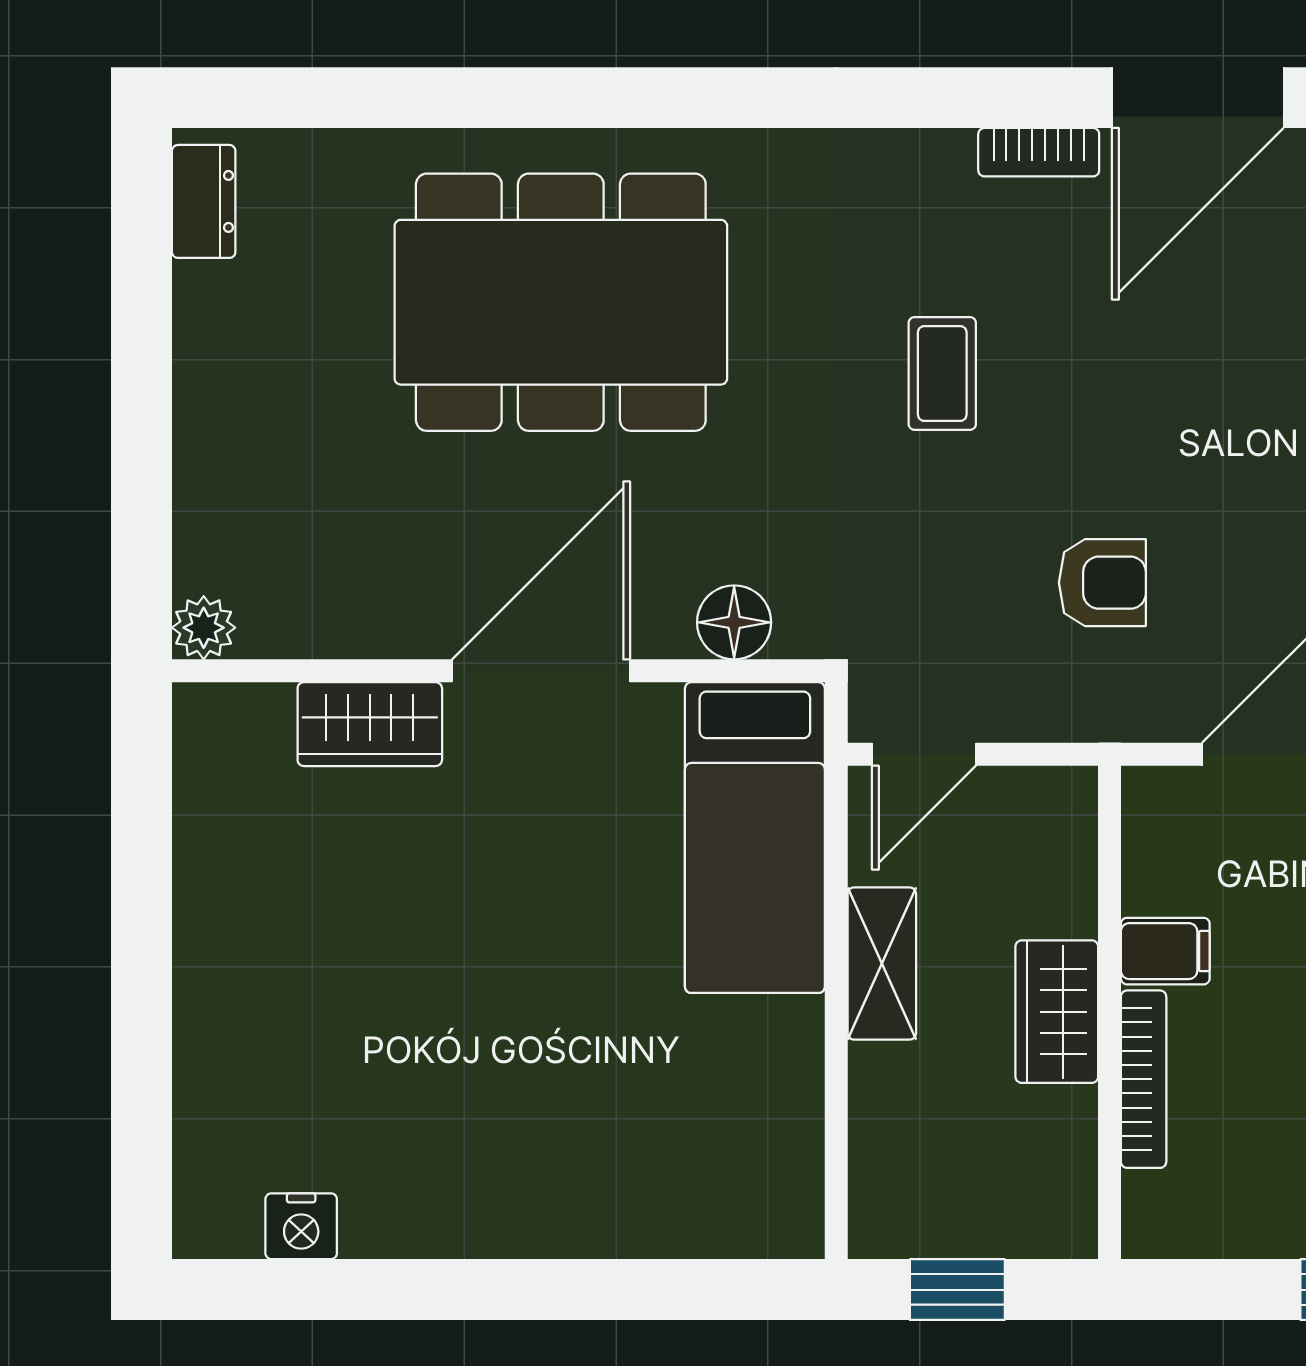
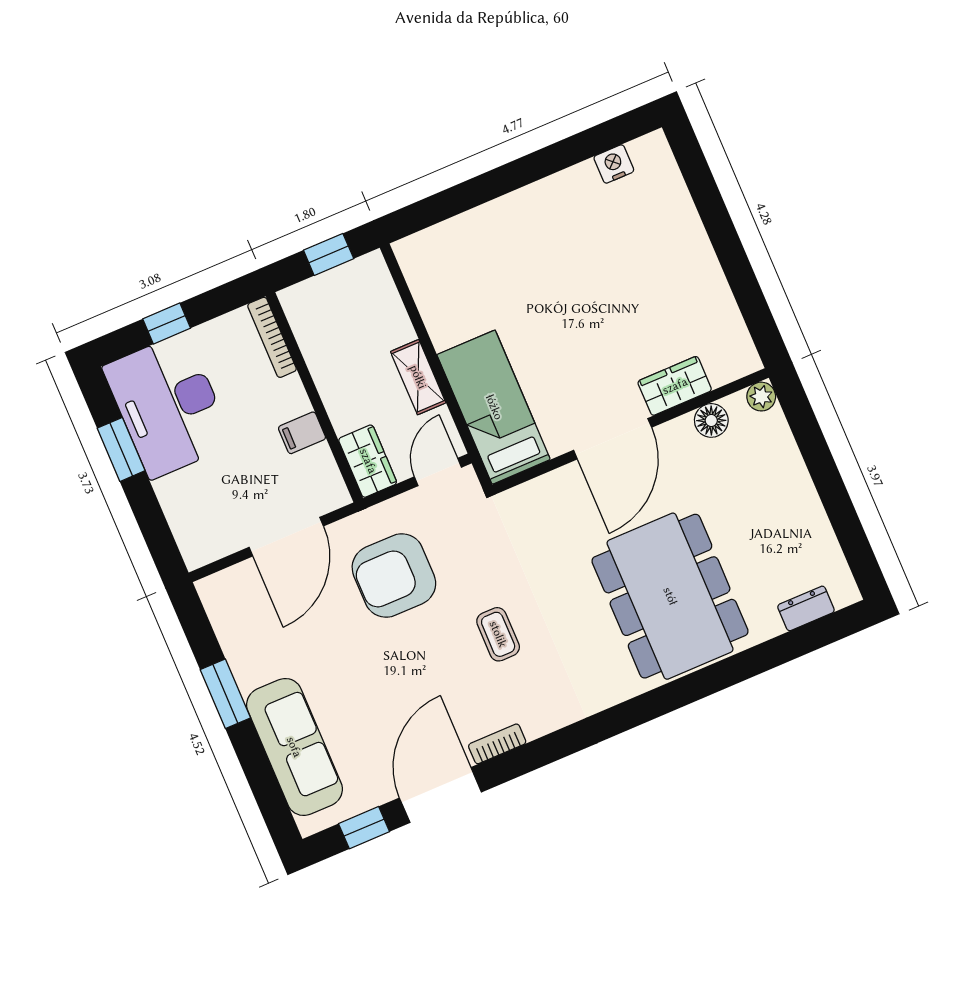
dresser: (204, 201) -> (806, 608), moved, turned 90
dining table: (561, 302) -> (670, 596), turned 90
armchair: (1102, 583) -> (394, 575), width x1.88, depth x1.88
floor lamp: (734, 622) -> (711, 420), moved
wardrobe: (1057, 1012) -> (368, 461), moved
bookcase: (1144, 1079) -> (272, 337), moved

